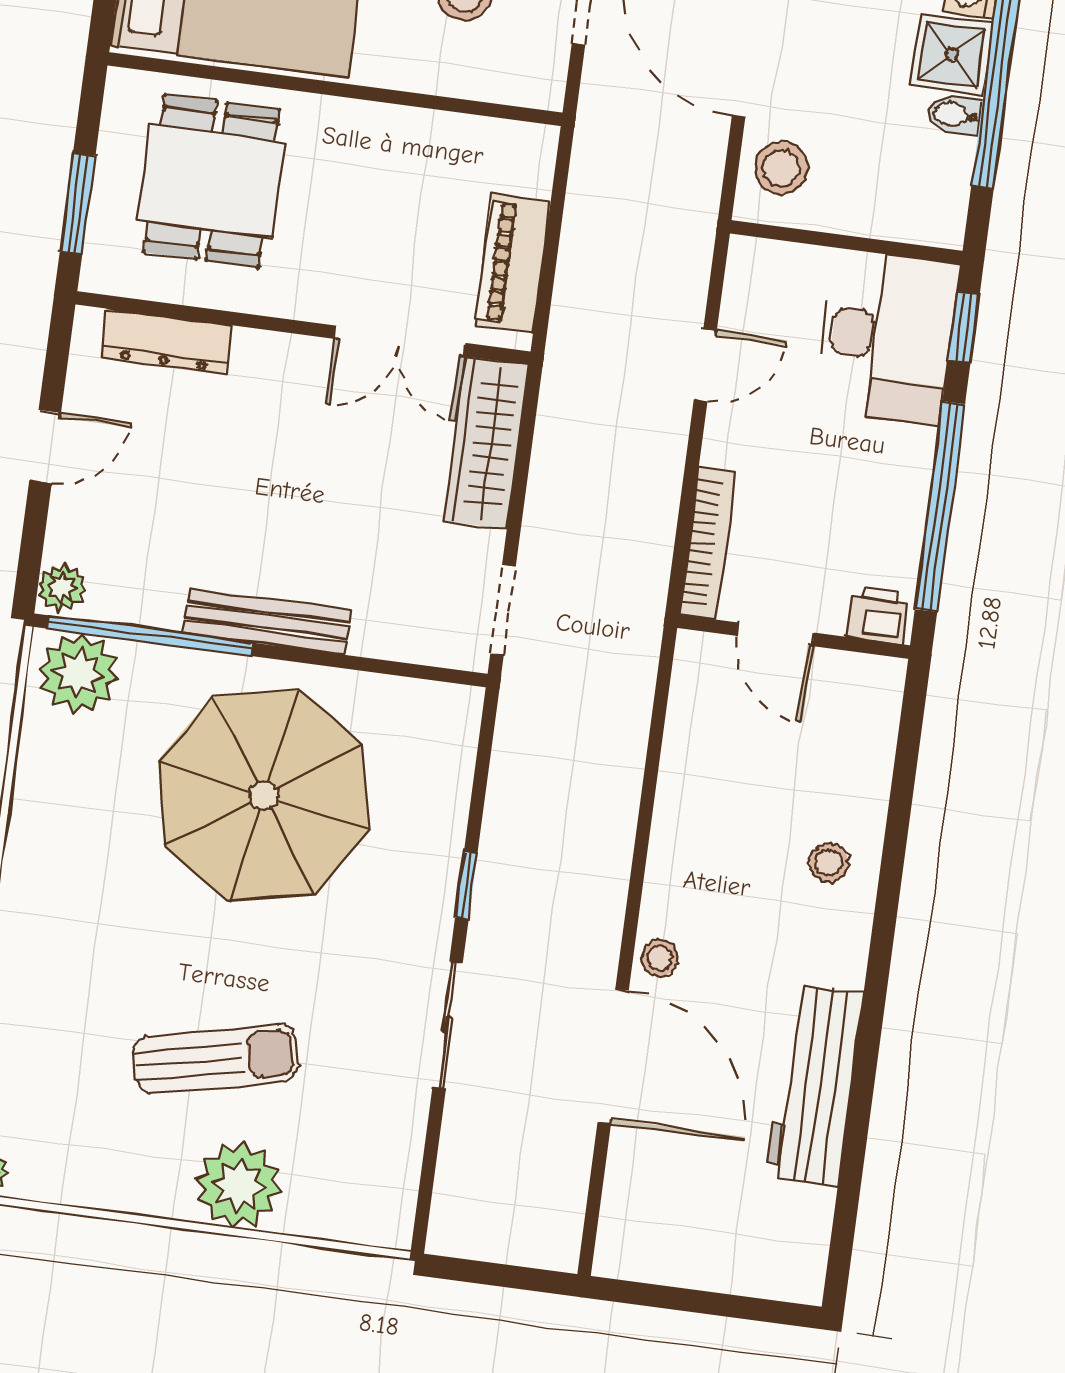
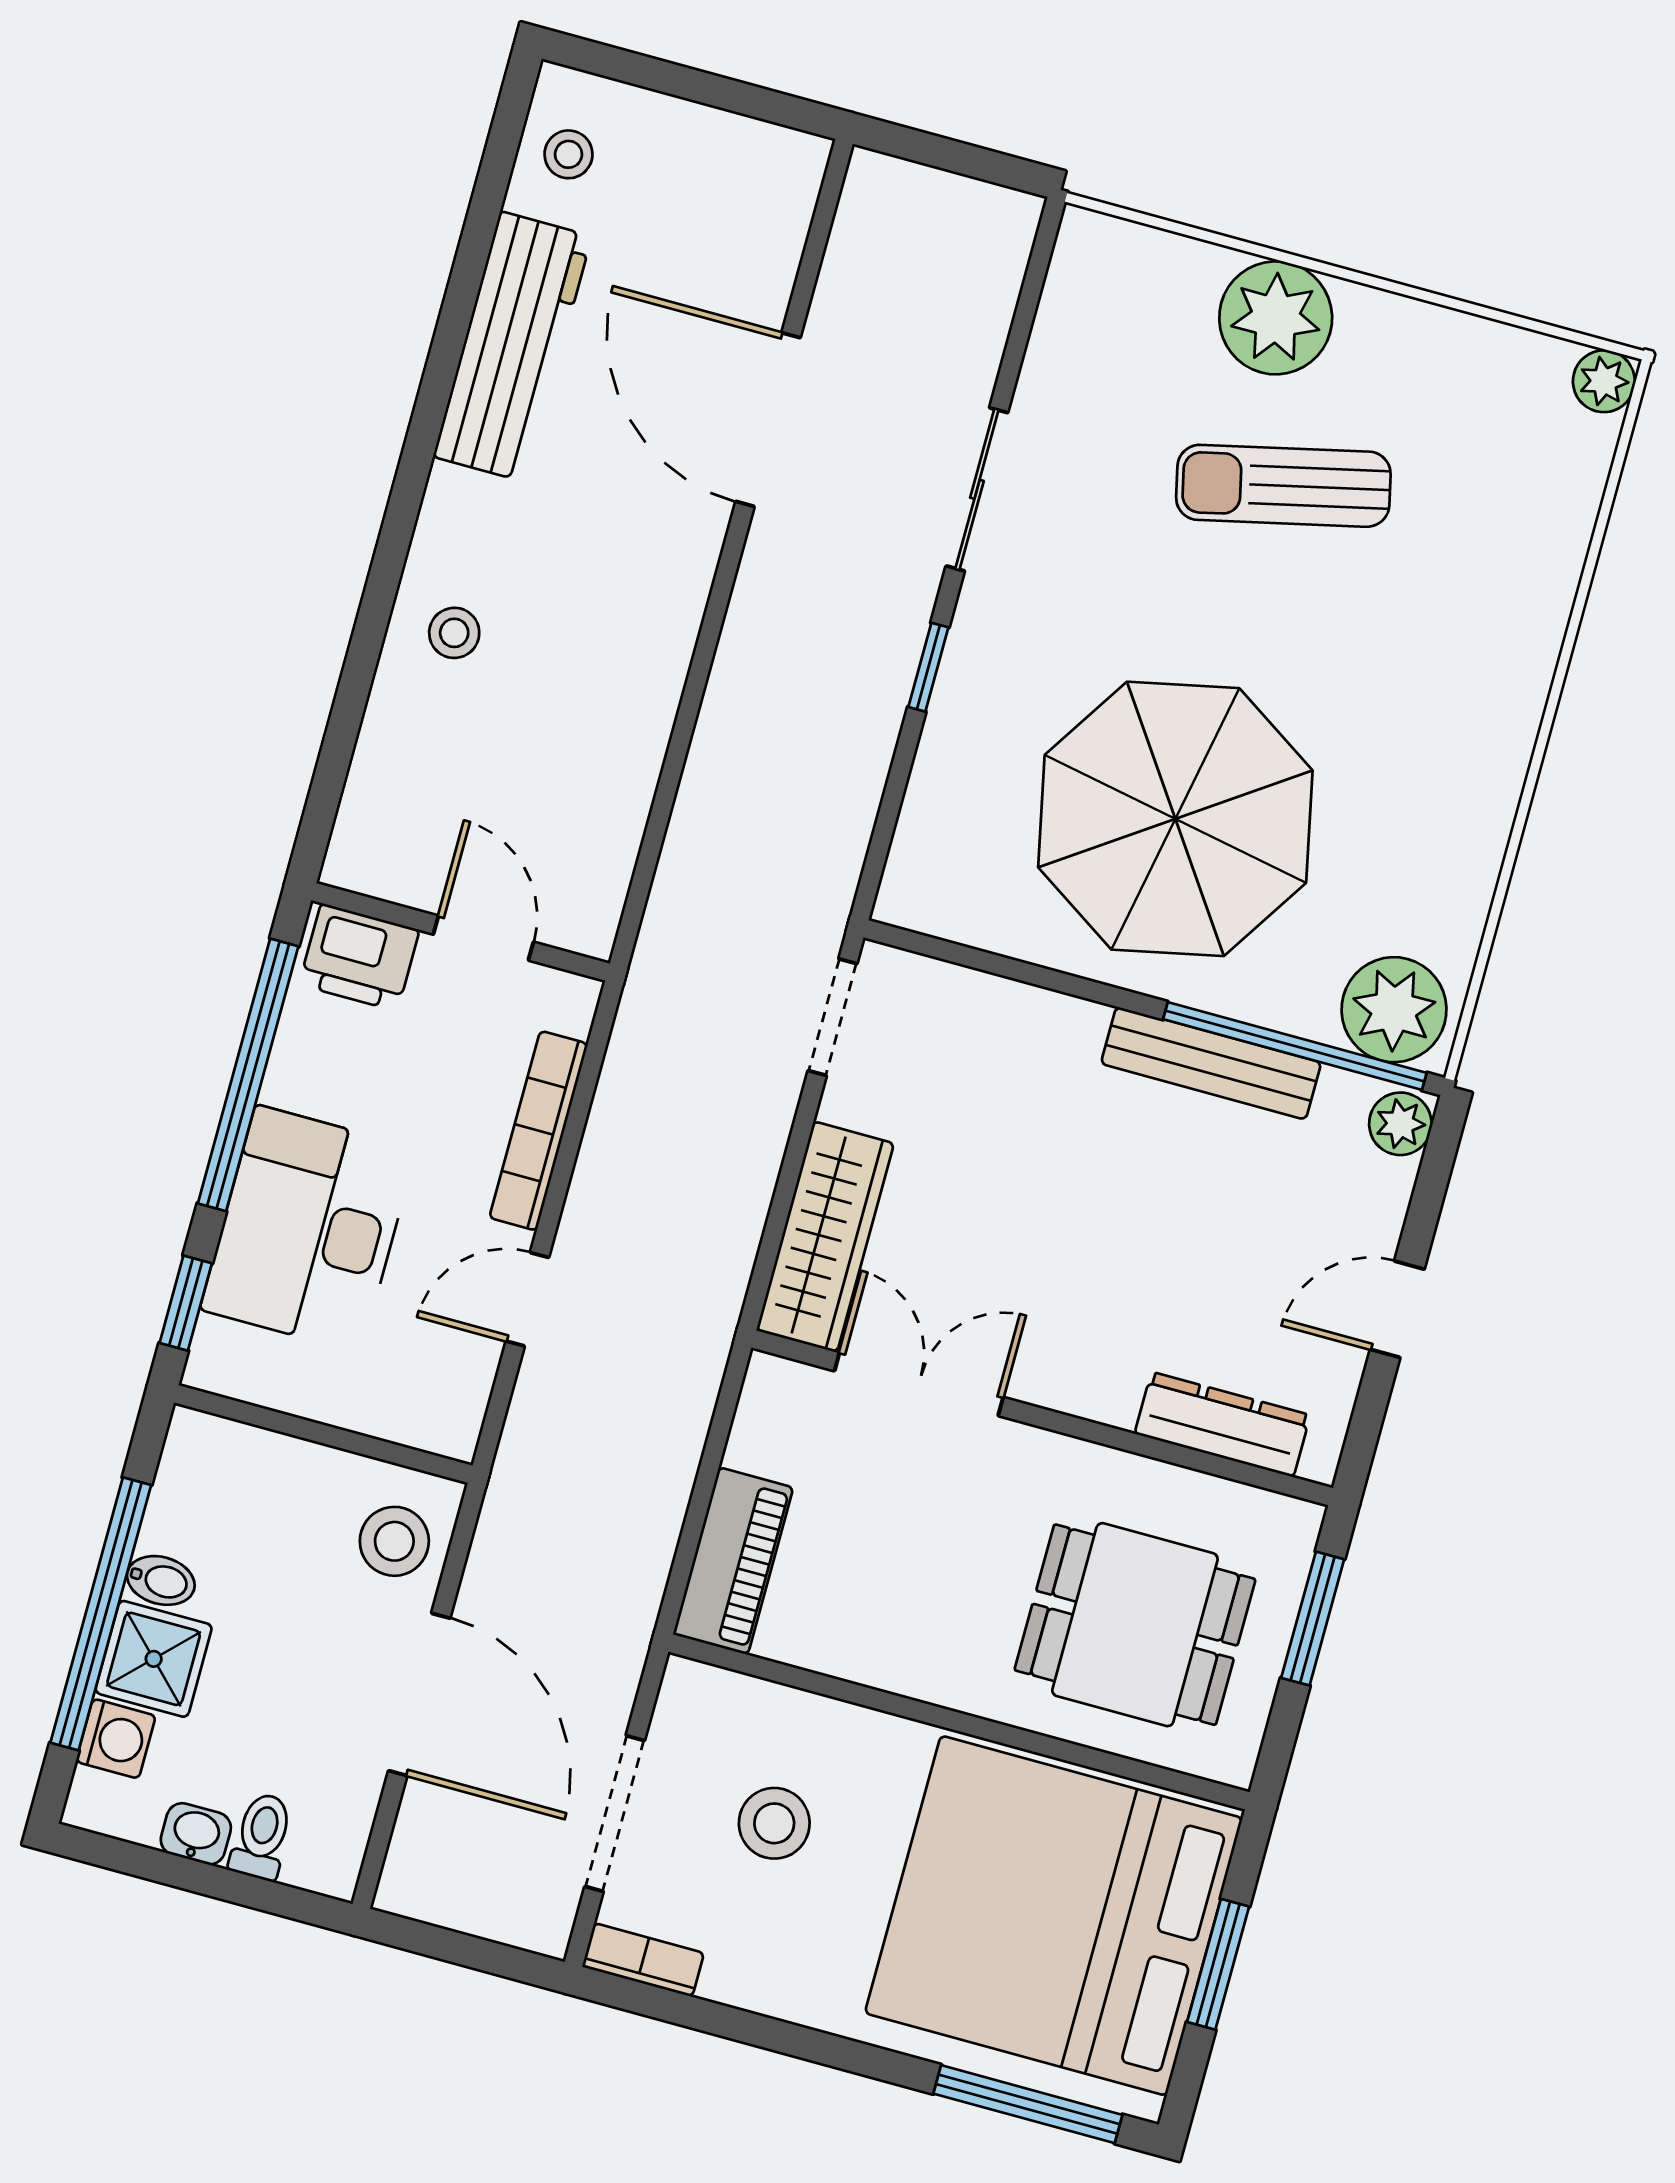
dining table: (212, 181) -> (1135, 1625), turned 90
piano: (513, 263) -> (733, 1561), moved
desk: (887, 337) -> (308, 1229), moved
bookcase: (708, 544) -> (539, 1131), moved
printer: (877, 615) -> (359, 957), width x1.36, depth x1.24
bench: (267, 622) -> (1211, 1063), moved
stool: (660, 958) -> (568, 154), moved

